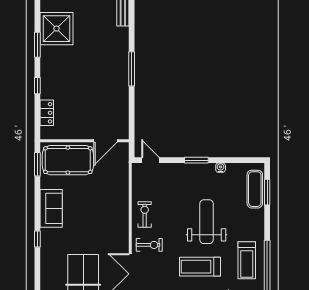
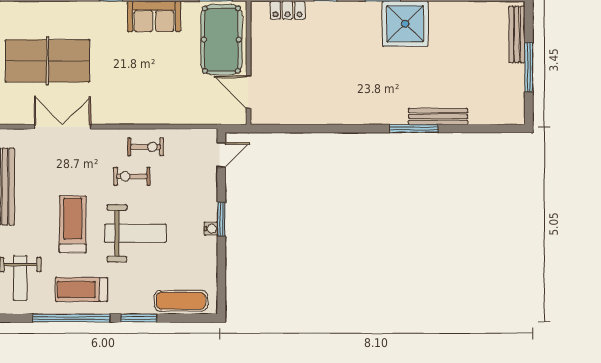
window: (132, 69) -> (414, 129), moved
water cooler: (221, 168) -> (211, 229), moved
window: (267, 192) -> (139, 318), moved
exercise bike: (149, 245) -> (132, 176), moved, turned 90

